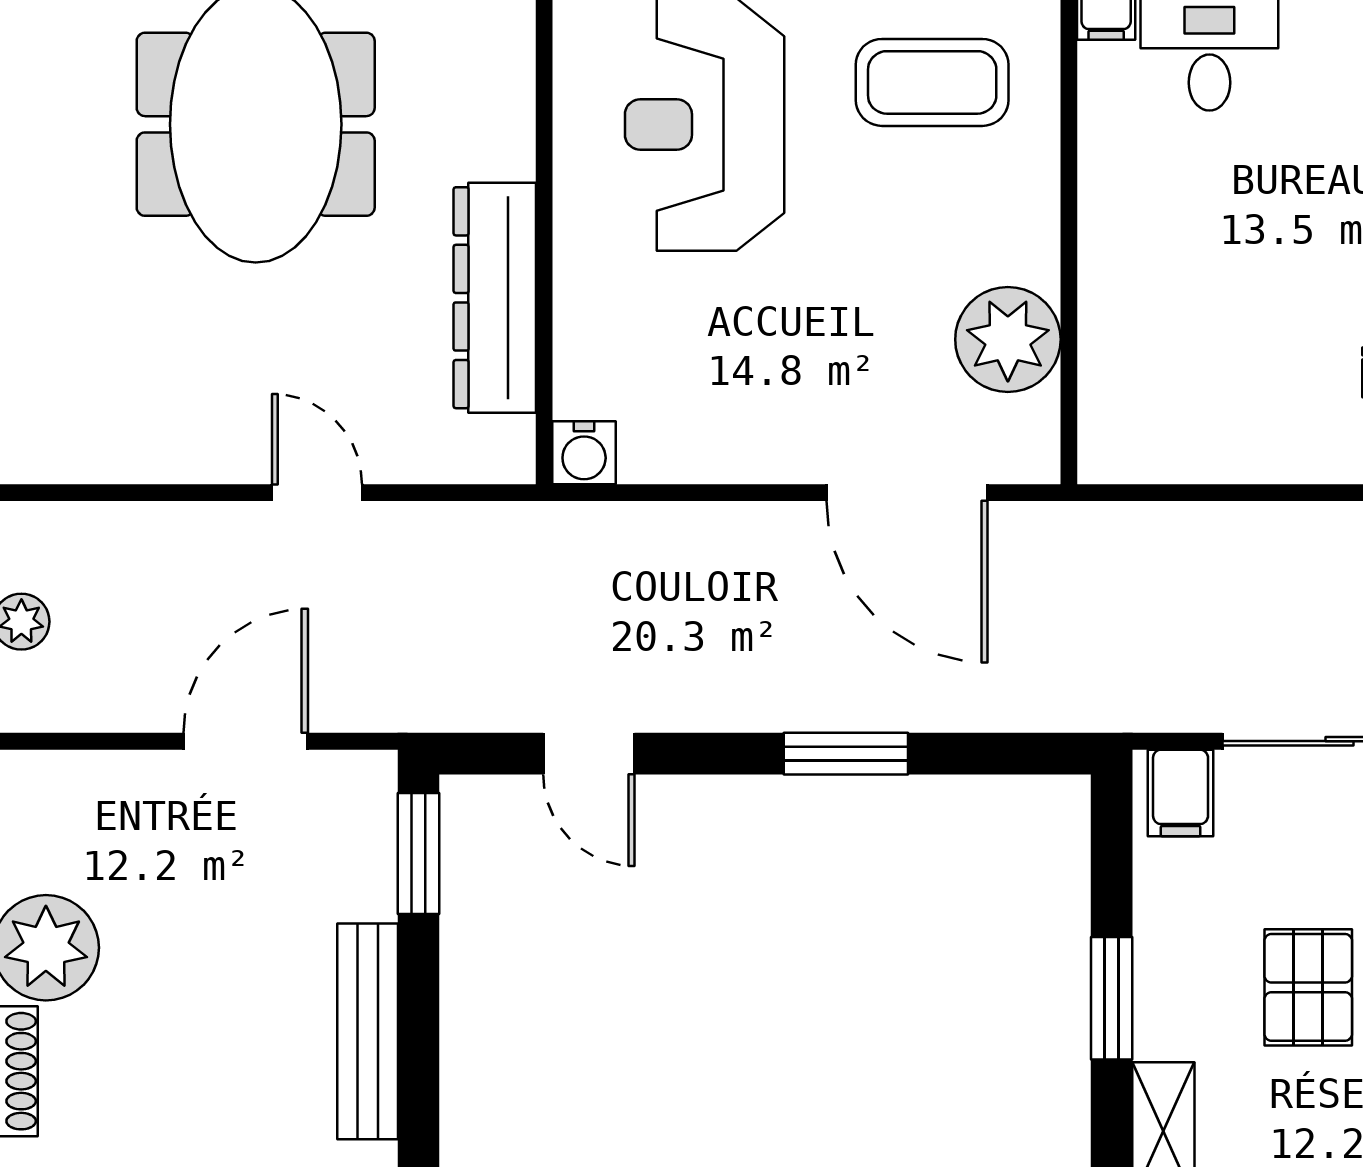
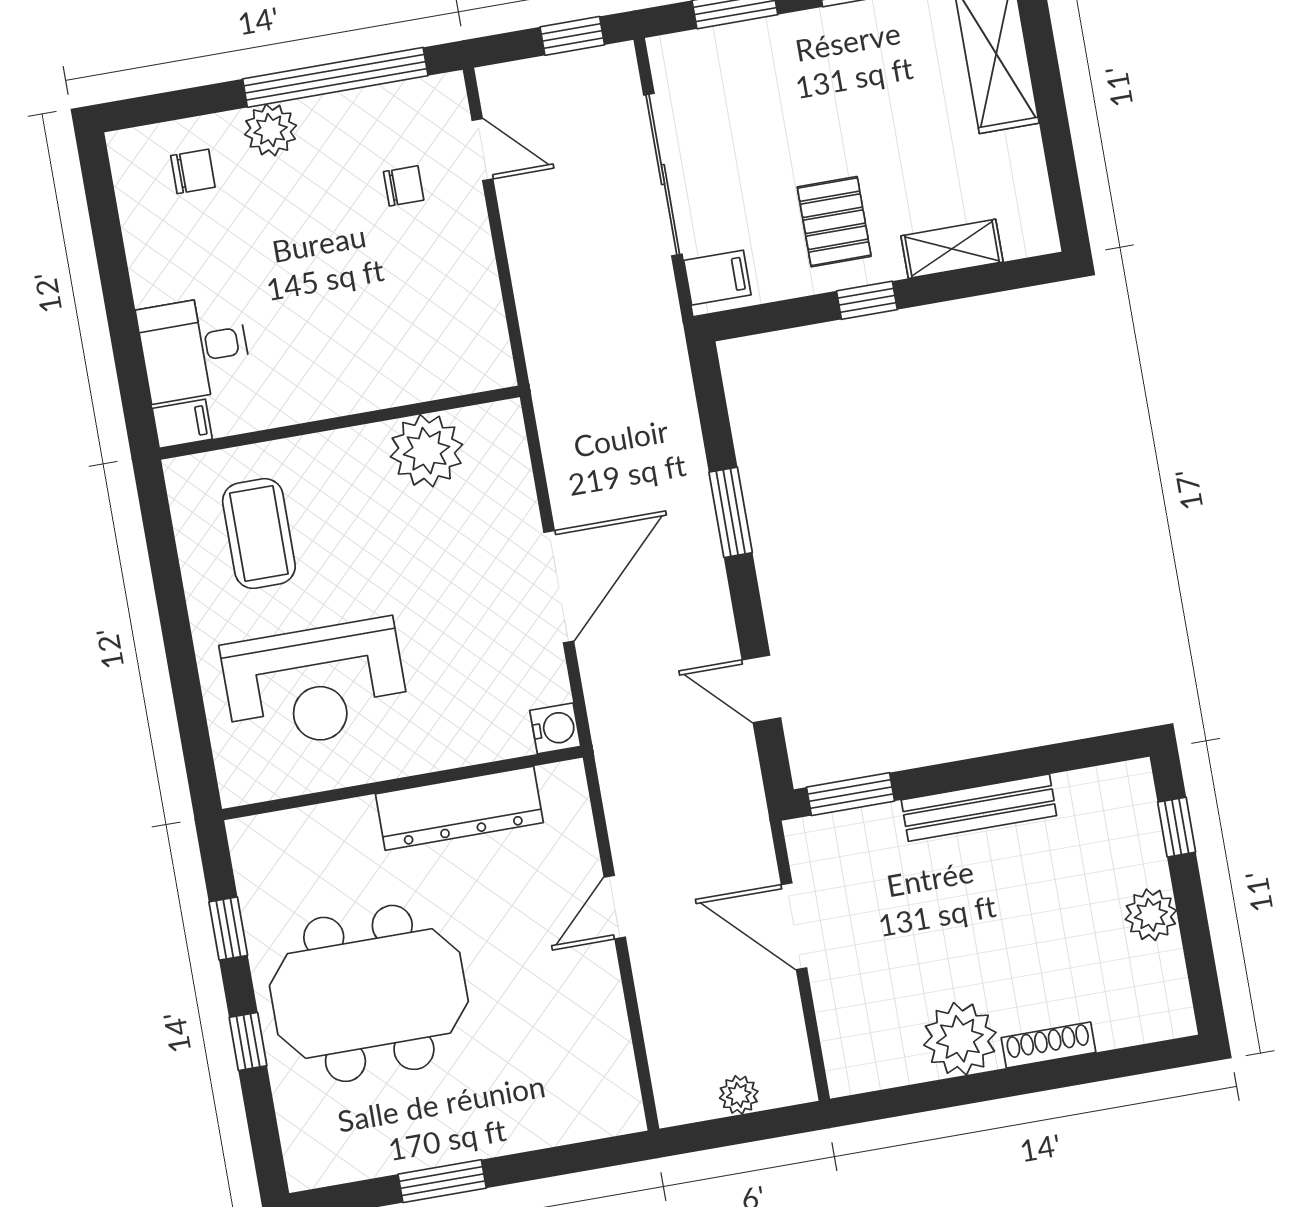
door: (907, 493) -> (559, 587), moved
door: (589, 754) -> (761, 689), swing flipped
pallet: (1308, 987) -> (834, 222), moved, turned 90
window: (1112, 998) -> (867, 300), width x0.67

